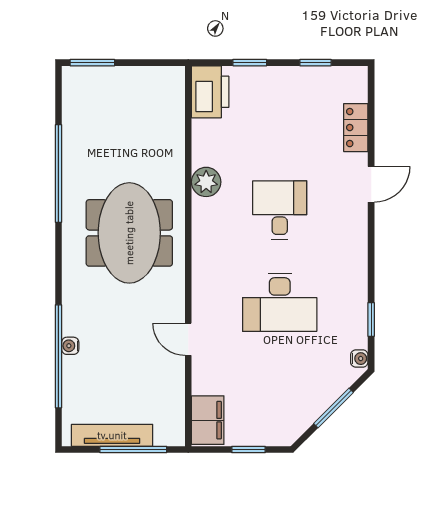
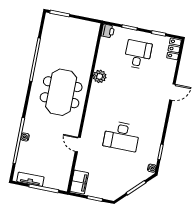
printer: (210, 92) -> (108, 31), width x0.53, depth x0.68
locker: (356, 128) -> (174, 49), moved
desk: (280, 210) -> (138, 55), moved
tv unit: (112, 435) -> (30, 179), width x0.71

